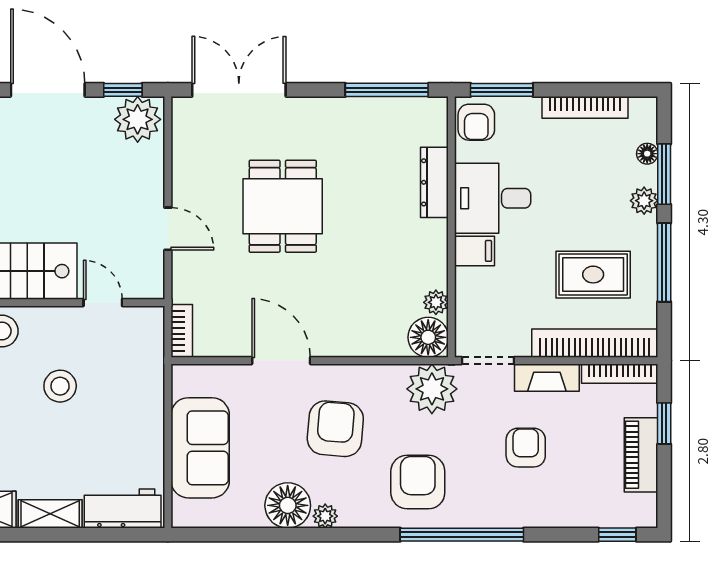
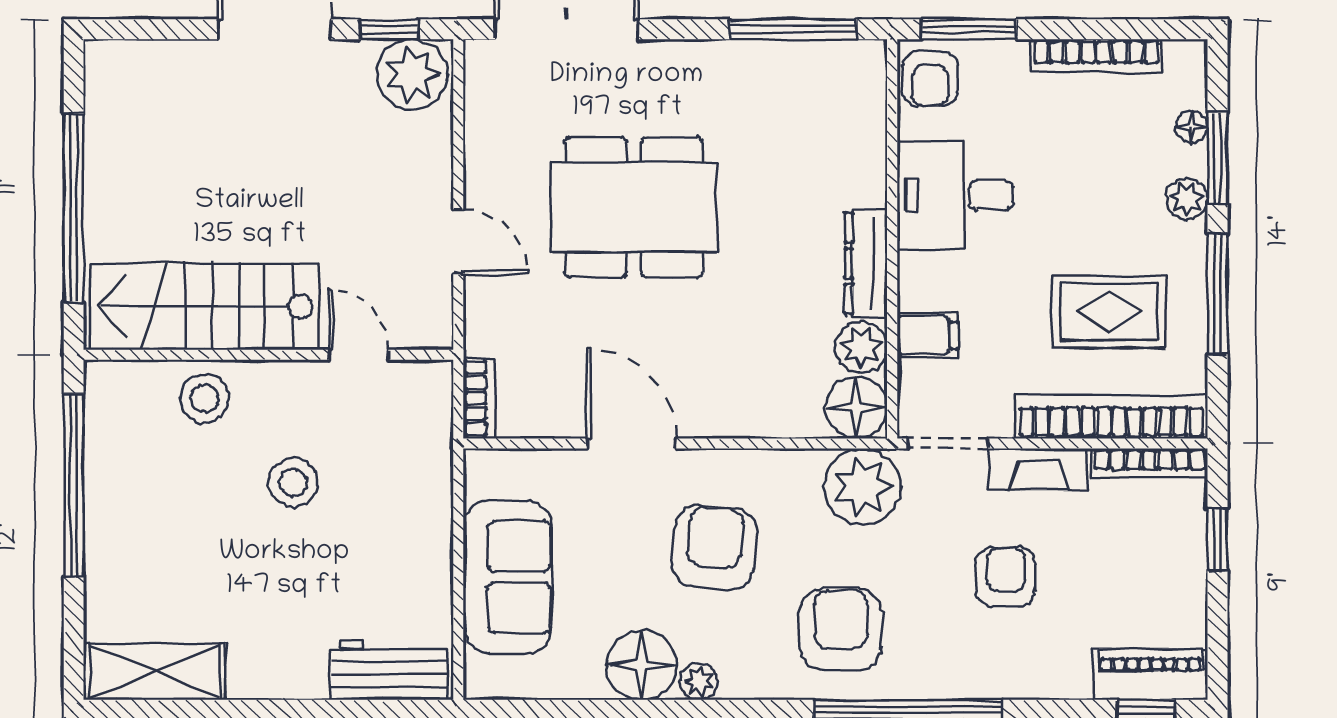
dresser: (434, 182) -> (866, 263), moved
dining table: (283, 206) -> (634, 207), width x1.38
filing cabinet: (475, 251) -> (927, 335), moved
plant: (436, 302) -> (861, 347), width x1.38, depth x1.38
piano: (641, 455) -> (1151, 674), moved, turned 90
shelving: (50, 514) -> (278, 678), removed

